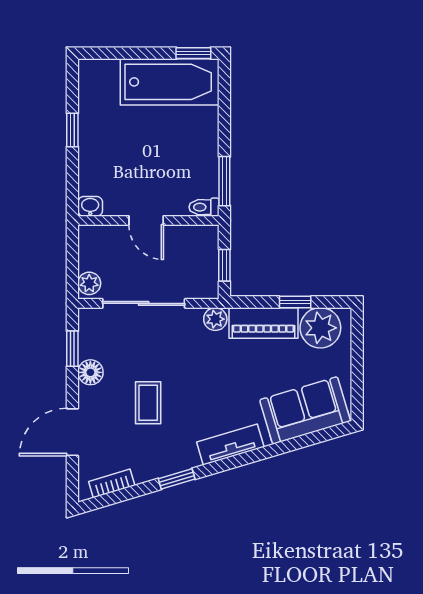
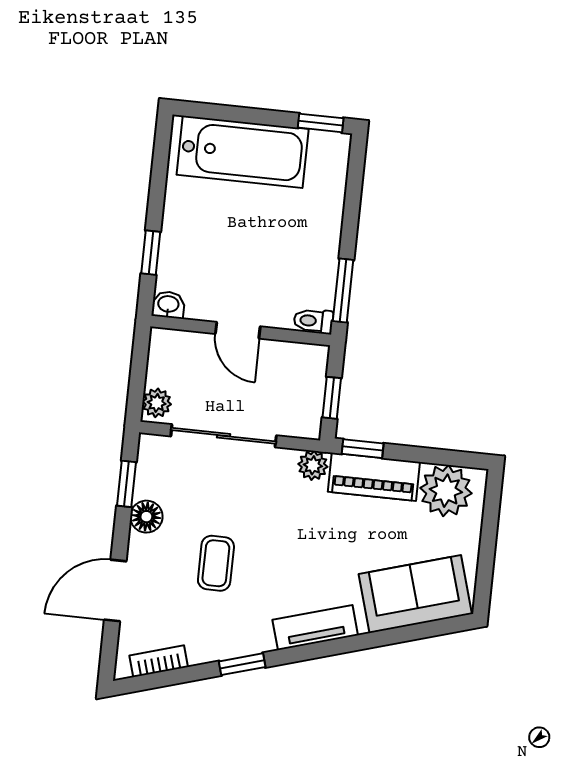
bathtub: (170, 82) -> (243, 152), moved
window: (72, 130) -> (151, 253), moved
window: (295, 302) -> (363, 449), moved

